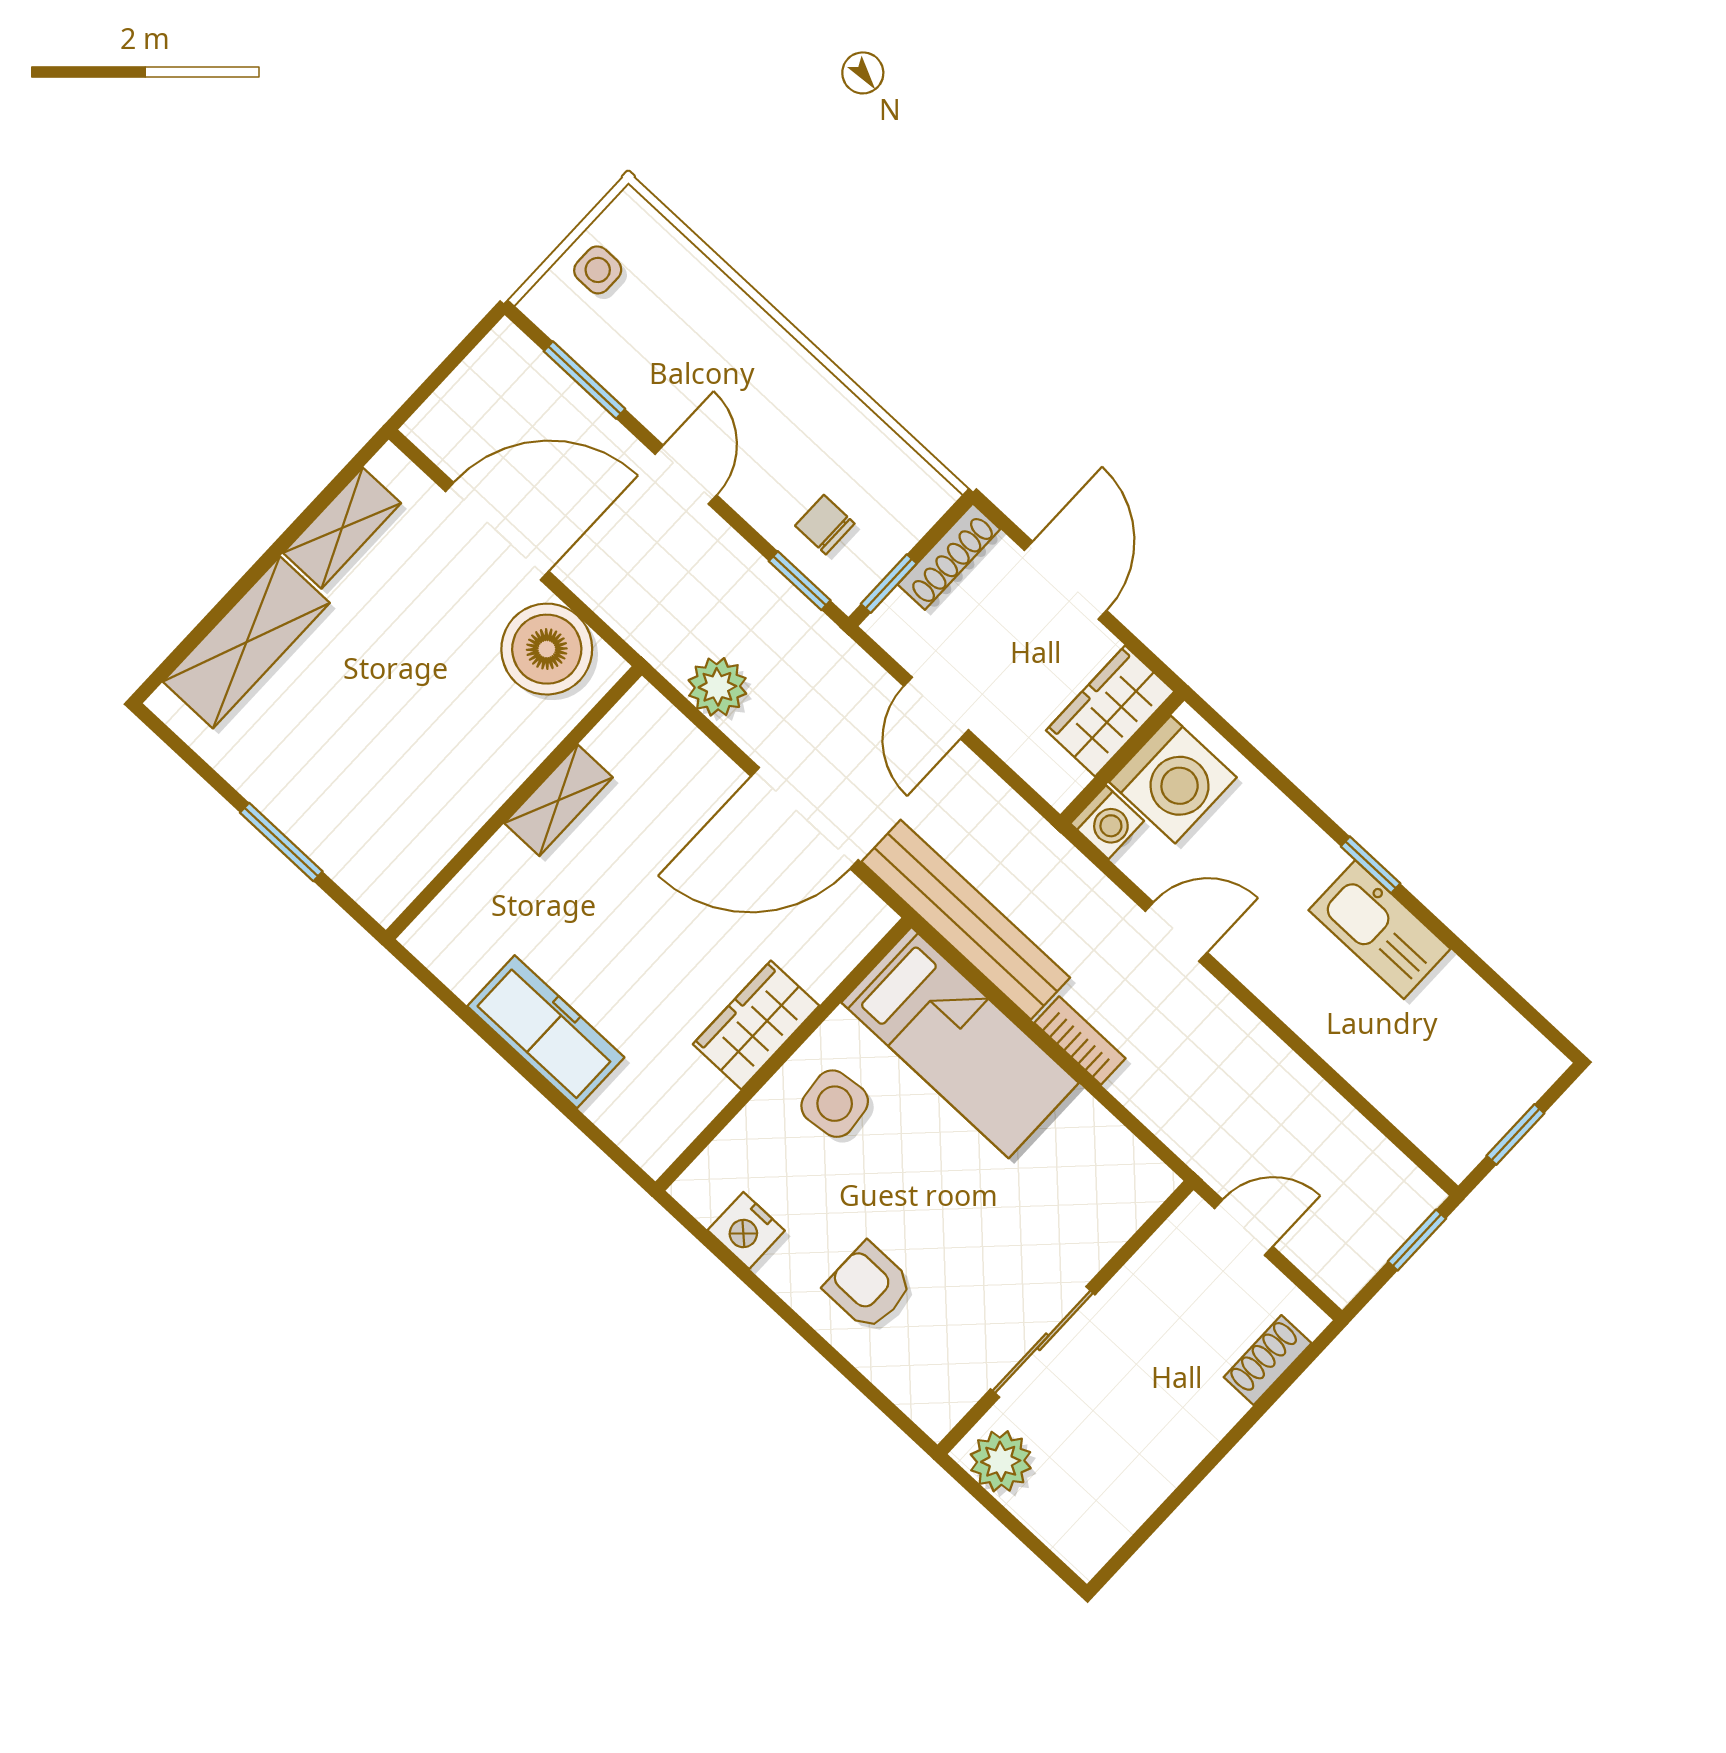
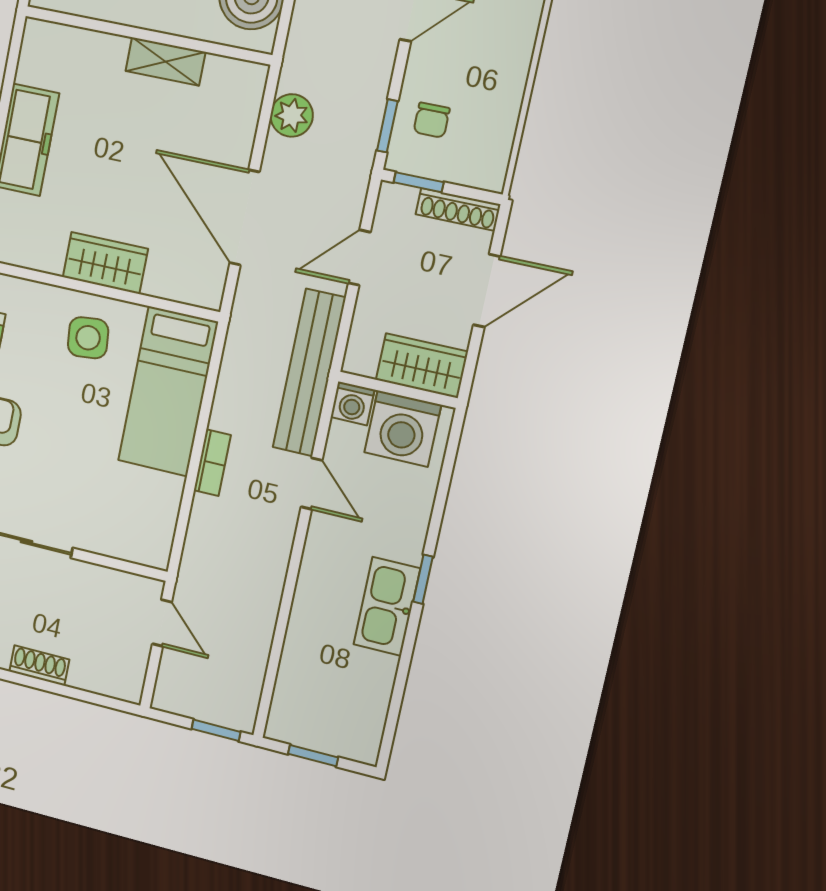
chair: (825, 525) -> (432, 120), turned 180
bench: (966, 920) -> (309, 373), moved
shoe rack: (1268, 1360) -> (39, 665), moved

